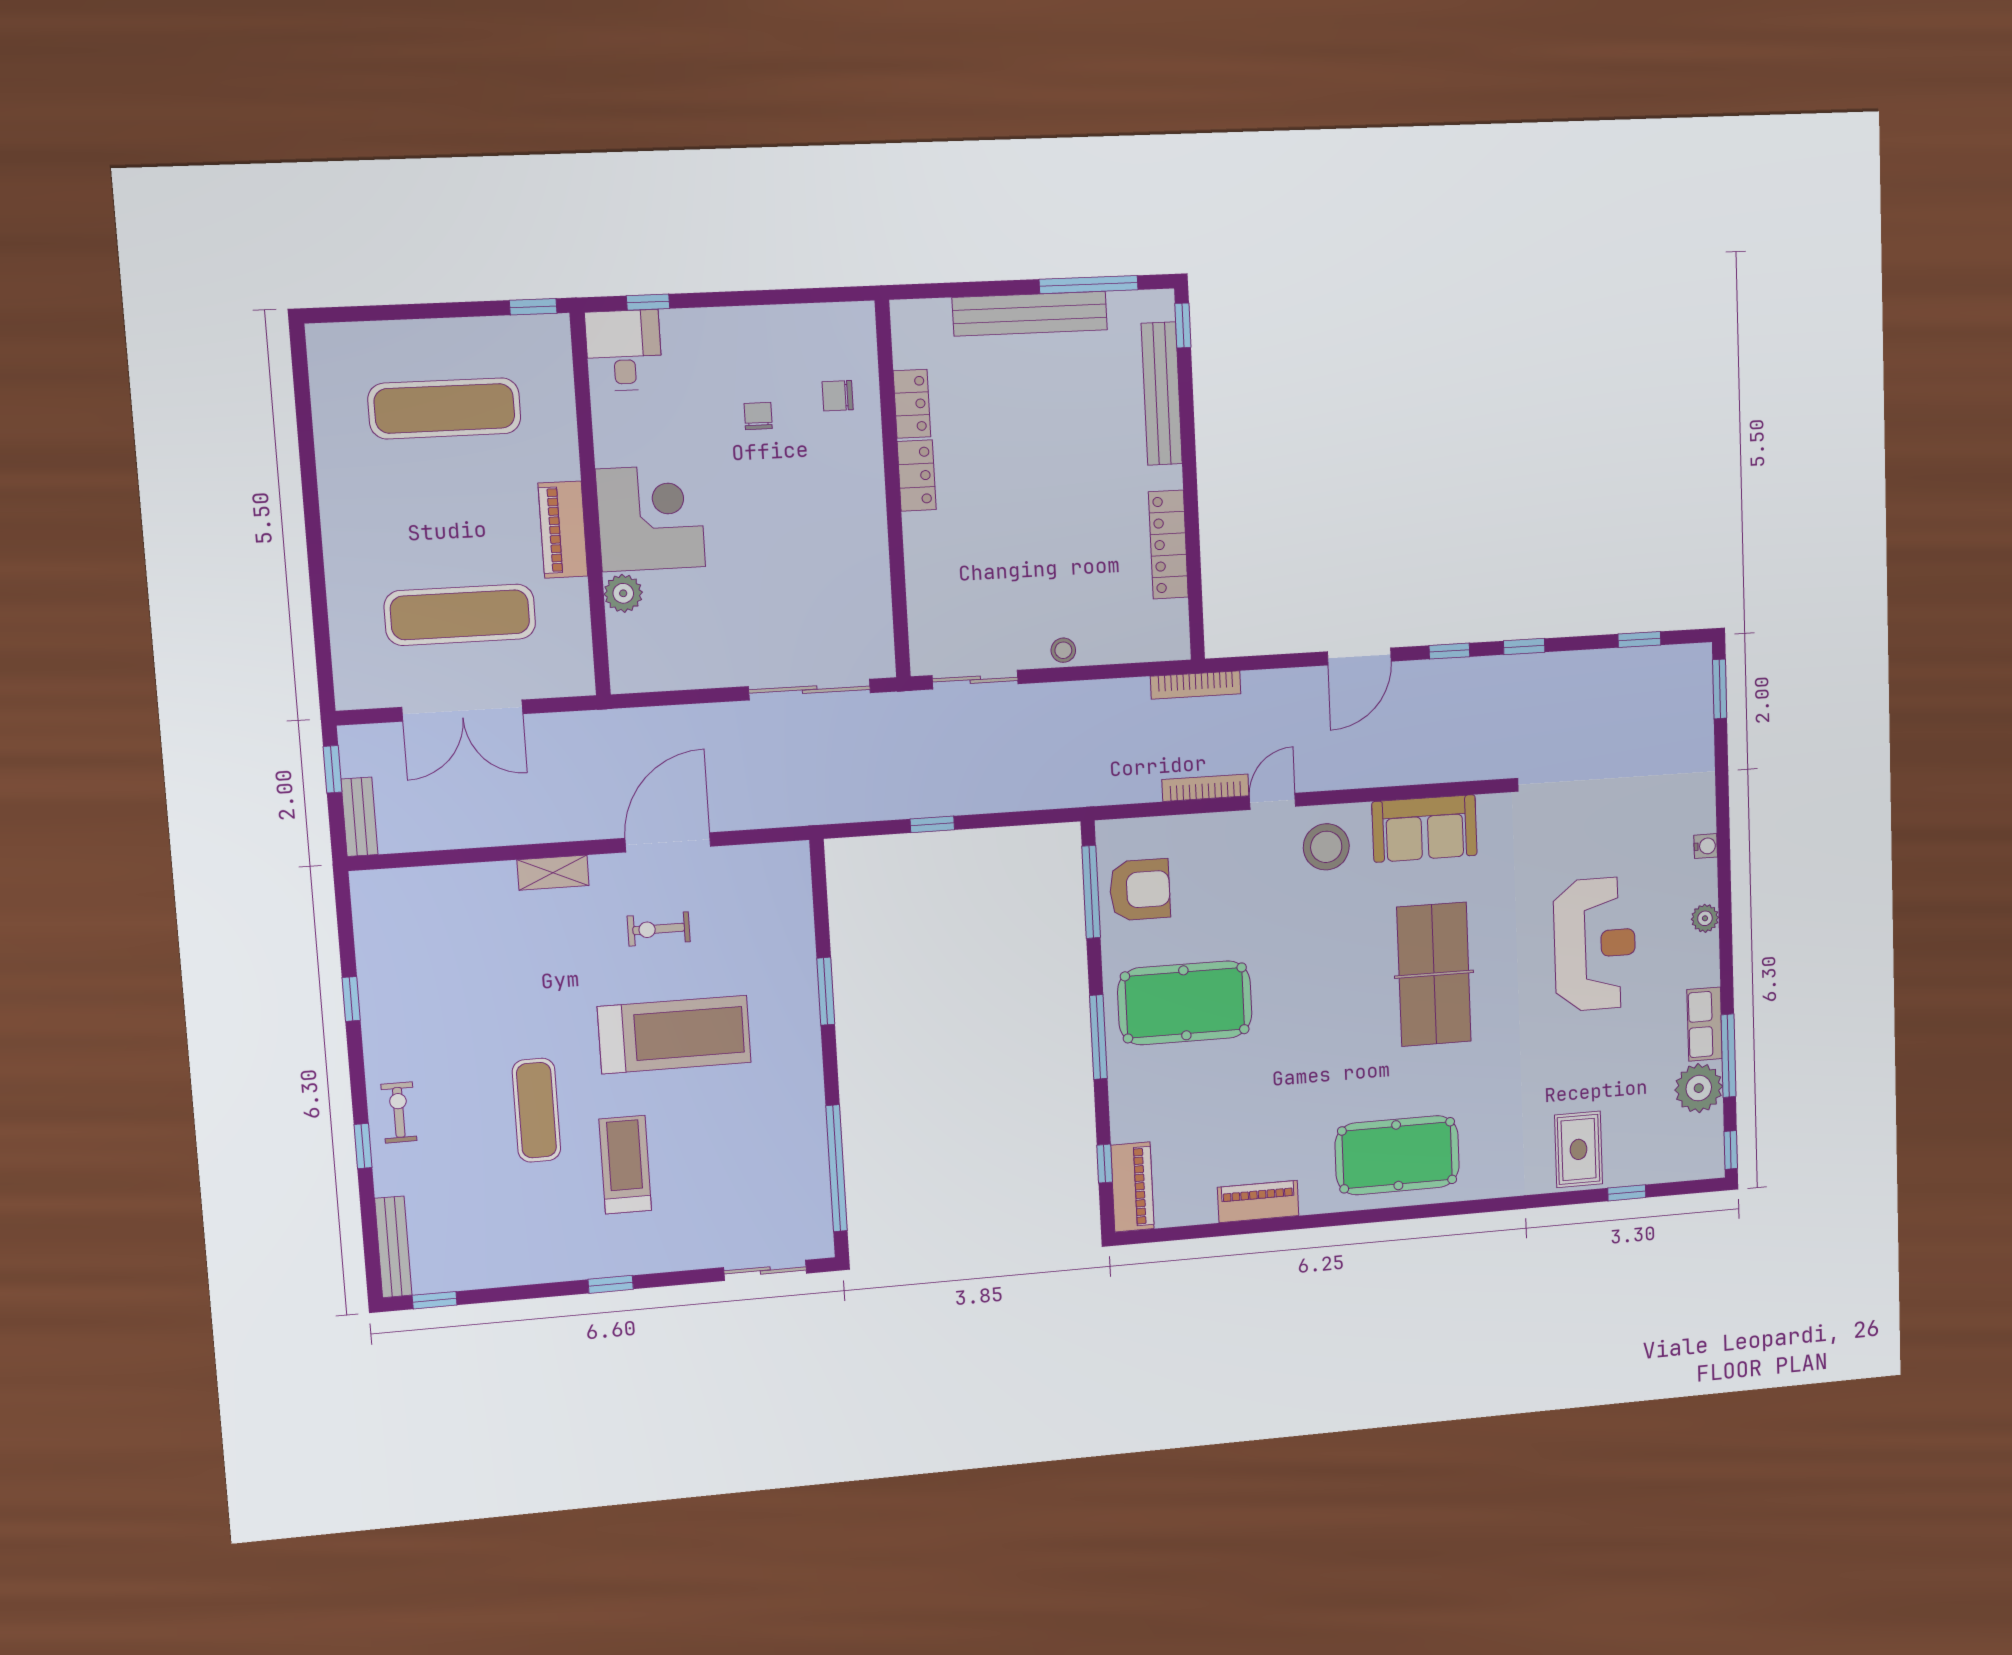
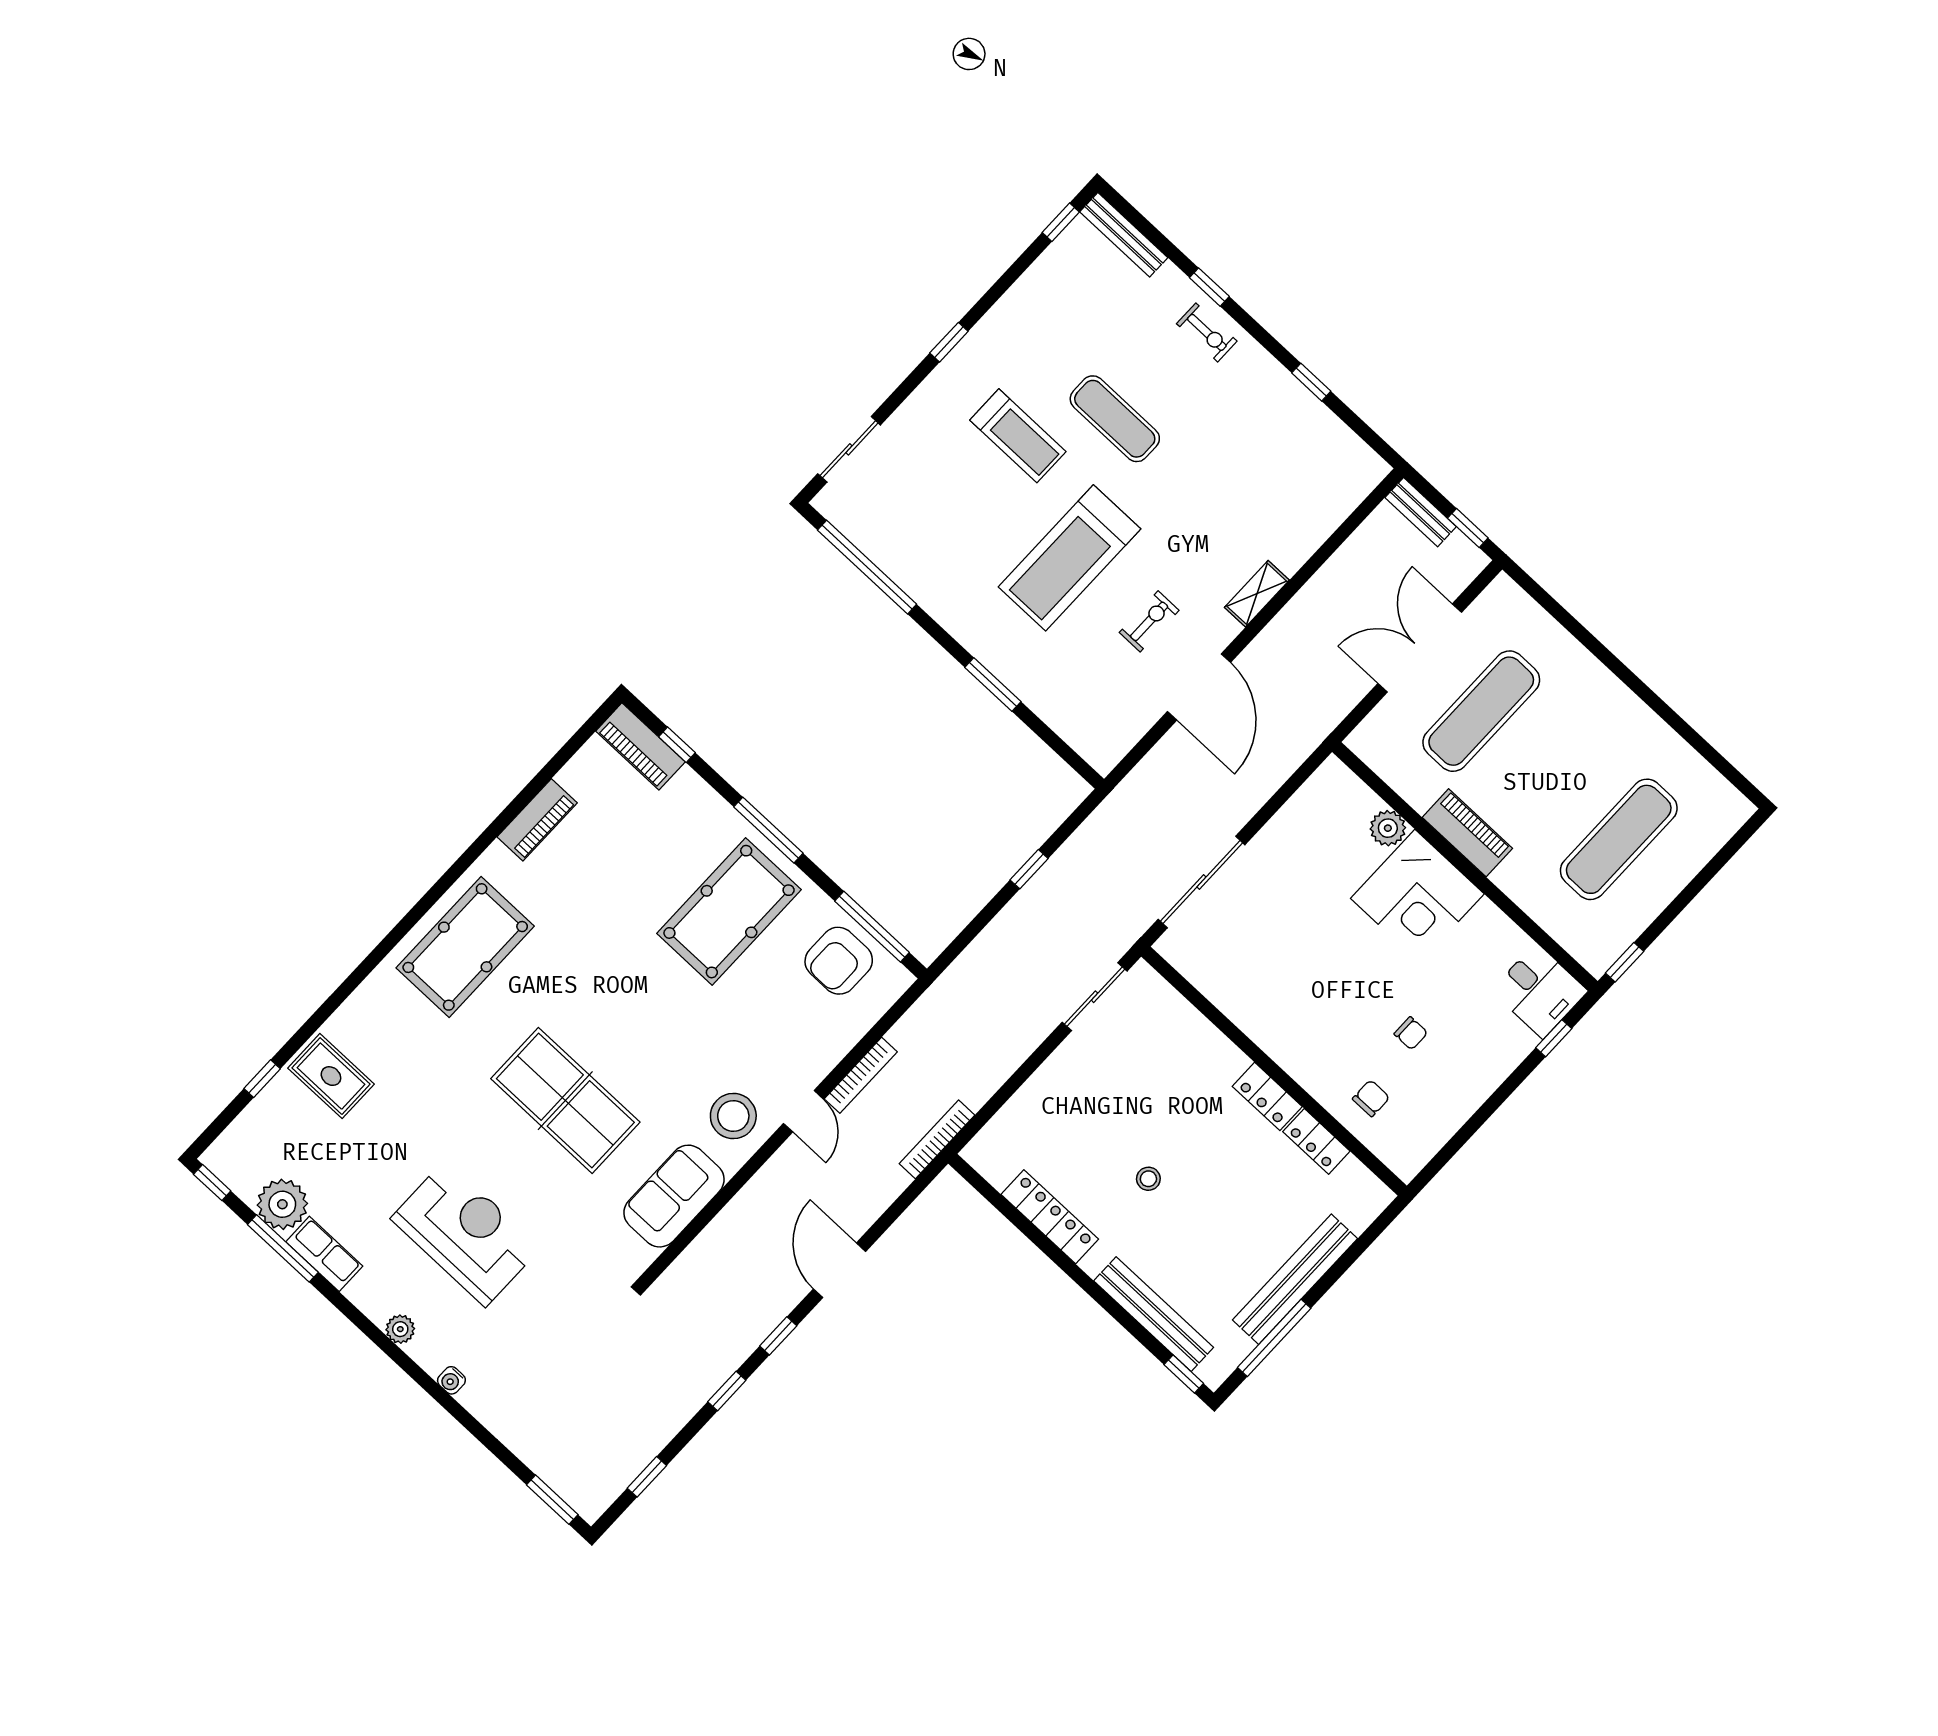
stool: (1063, 650) -> (1148, 1179), moved
reception desk: (1595, 944) -> (466, 1233), turned 180

